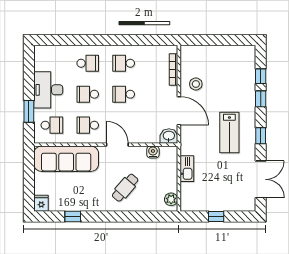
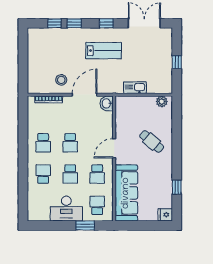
water cooler: (153, 152) -> (121, 117), removed

